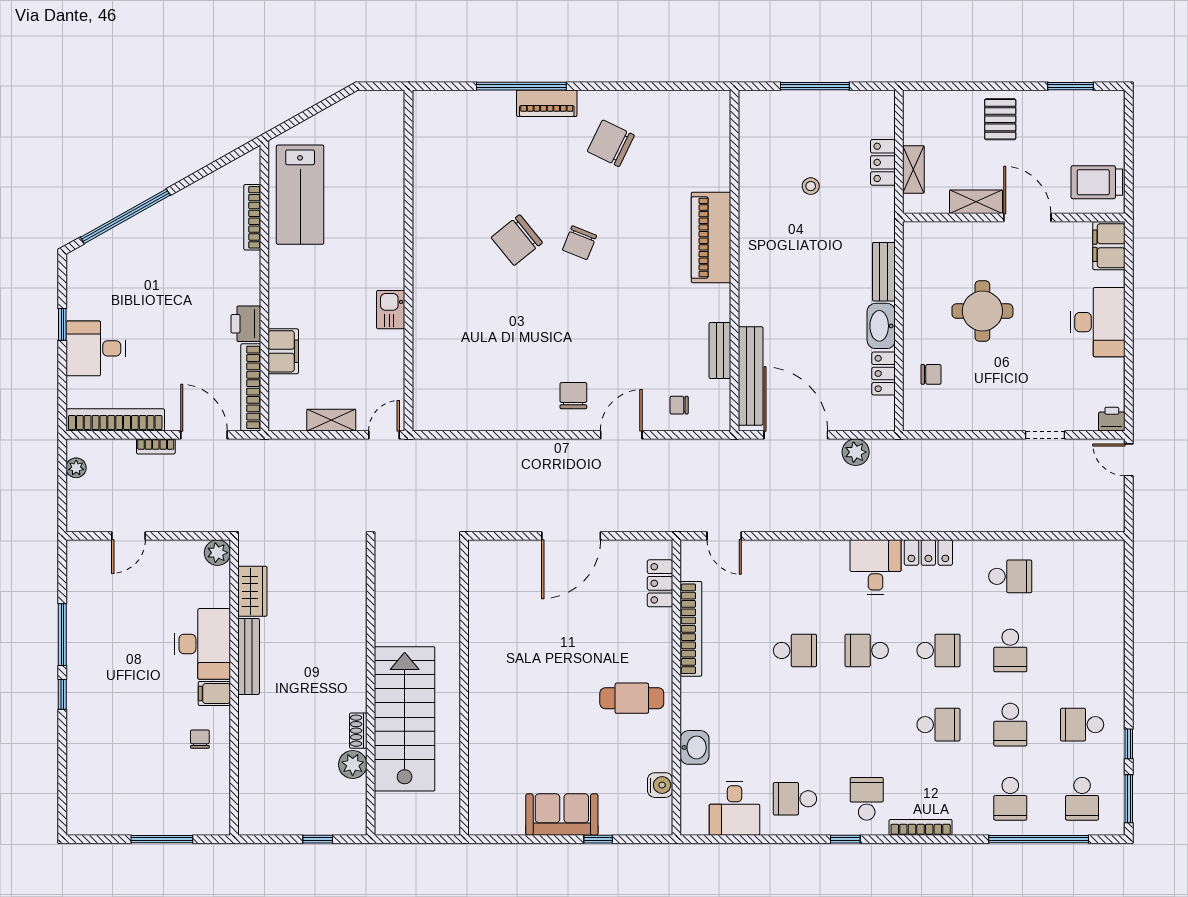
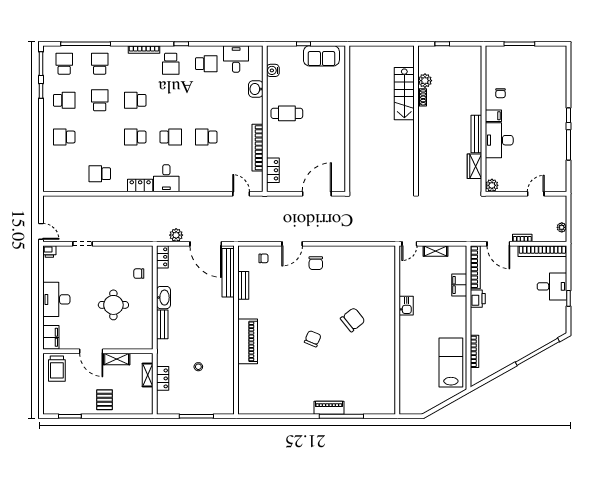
chair: (611, 143) -> (297, 388), removed
trolley: (1097, 182) -> (57, 369), turned 90
chair: (517, 240) -> (353, 320), moved
locker: (883, 374) -> (162, 257), moved
school desk: (1010, 650) -> (64, 137), moved, turned -90
wall: (464, 688) -> (347, 119), moved
stairs: (405, 719) -> (404, 94), width x0.73, depth x0.66

